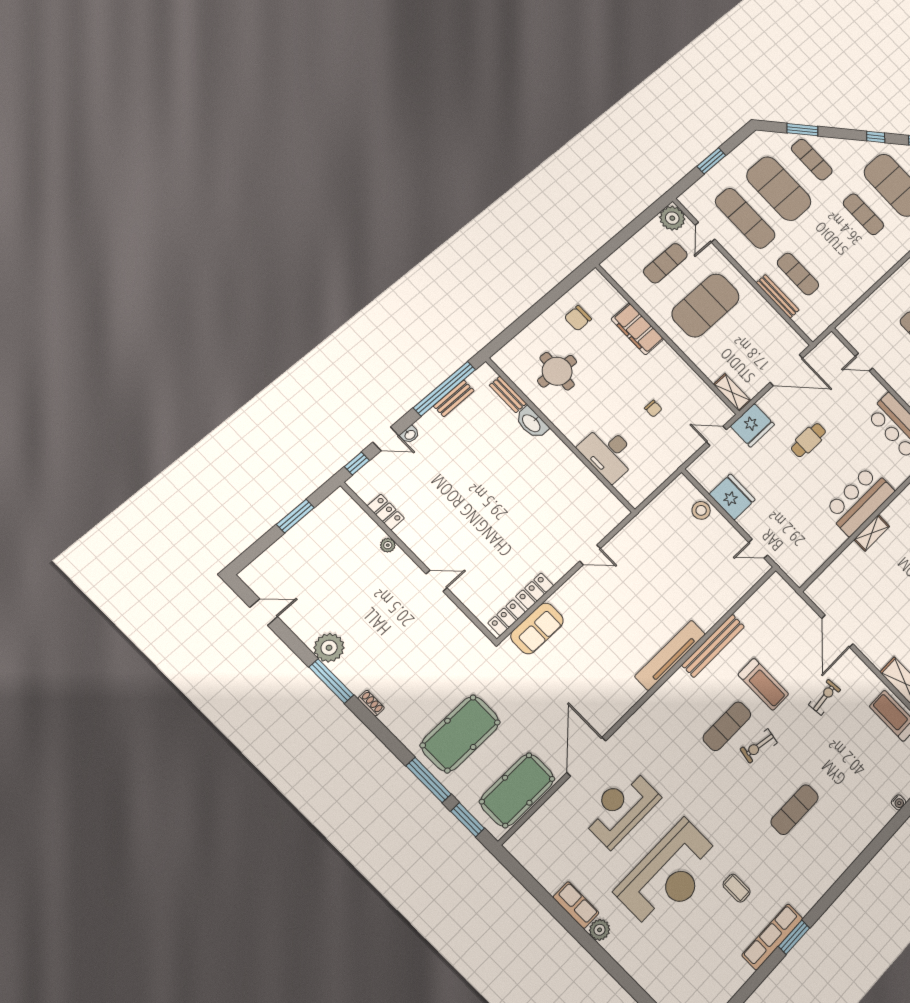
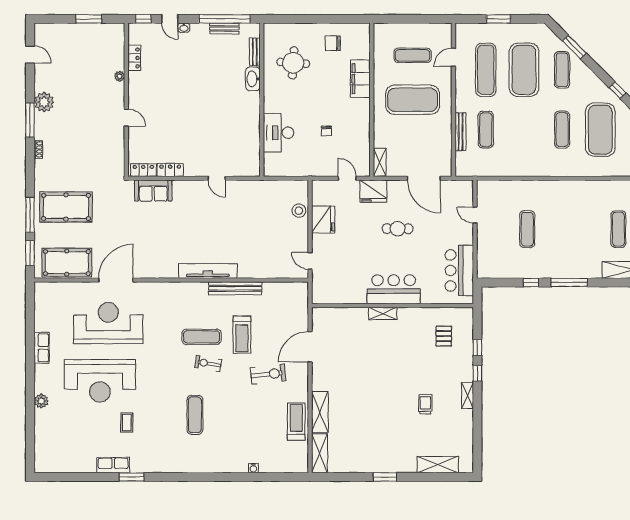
plant: (672, 218) -> (442, 33), removed
exercise bike: (825, 697) -> (268, 374), width x1.38, depth x1.39
reception desk: (621, 808) -> (108, 323), width x1.36, depth x1.30
exercise mat: (795, 810) -> (195, 415), turned 90
plant: (600, 930) -> (41, 401), moved
row of seats: (772, 937) -> (113, 465), width x0.68

